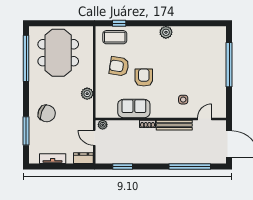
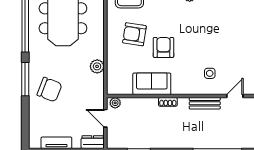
bench: (174, 125) -> (205, 103), width x0.73
window: (26, 131) -> (25, 79), moved

